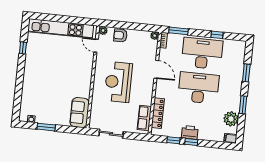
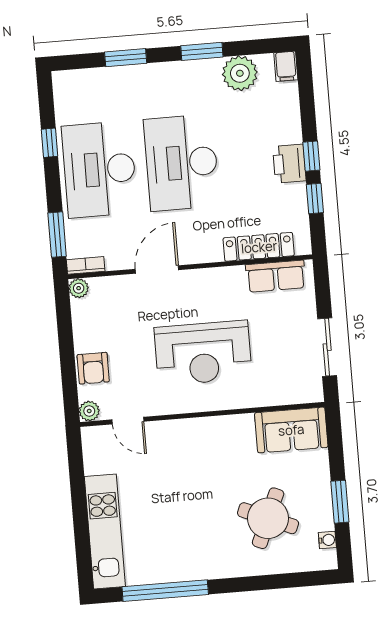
kitchen unit: (61, 28) -> (105, 531), width x0.73
door: (96, 46) -> (128, 421), hinge flipped
window: (23, 48) -> (165, 591), width x3.17
round table: (45, 96) -> (268, 518), added

